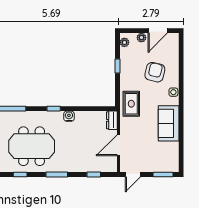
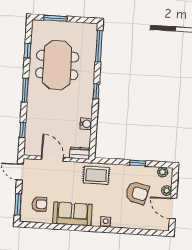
armchair: (155, 72) -> (137, 193), moved
water cooler: (69, 116) -> (86, 124), moved
armchair: (161, 155) -> (39, 204), added

